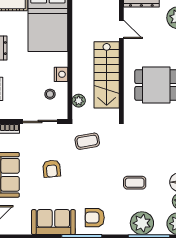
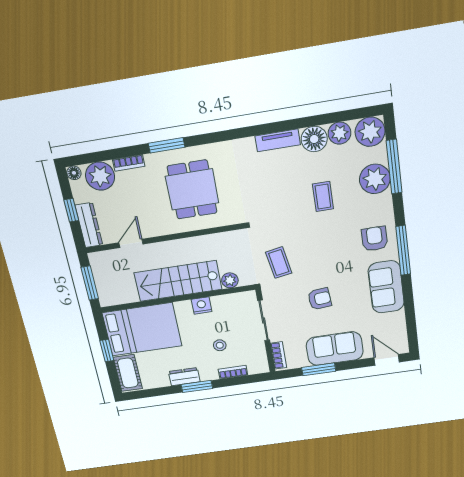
stairs: (107, 75) -> (178, 281), moved, turned 180
stool: (50, 94) -> (220, 345), moved
armchair: (95, 218) -> (375, 239), turned 180

